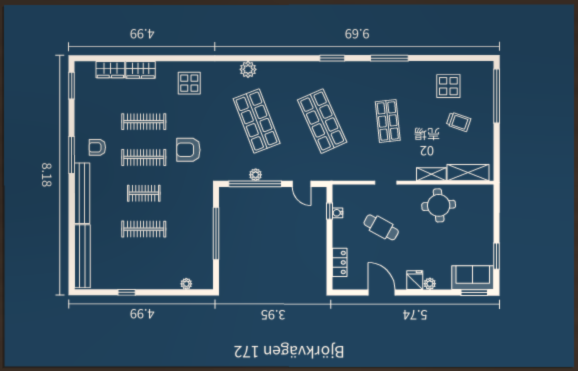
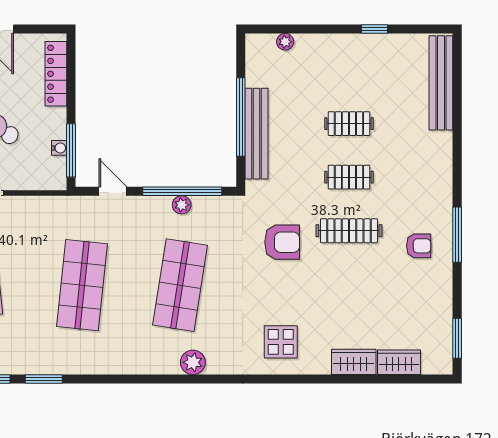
window: (332, 58) -> (44, 379), moved
shop shelf: (257, 121) -> (180, 285), turned 30
shop shelf: (322, 121) -> (82, 285), turned 30
clothes rail: (144, 122) -> (349, 284), removed
bench: (82, 193) -> (257, 134), moved
window: (330, 211) -> (71, 150), width x2.17
clothes rail: (144, 229) -> (349, 124), width x0.73
locker: (340, 262) -> (56, 74), width x1.53

